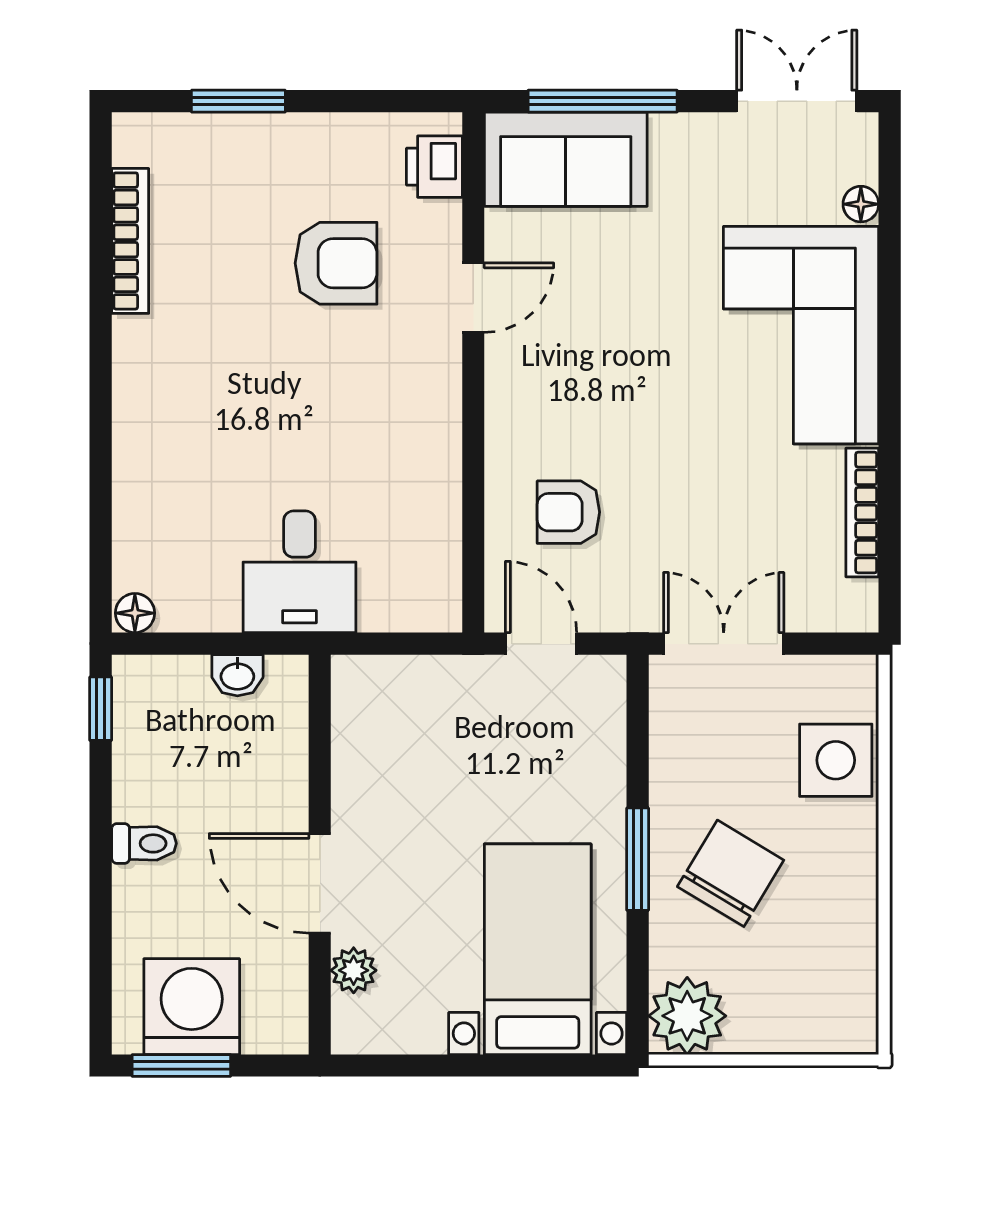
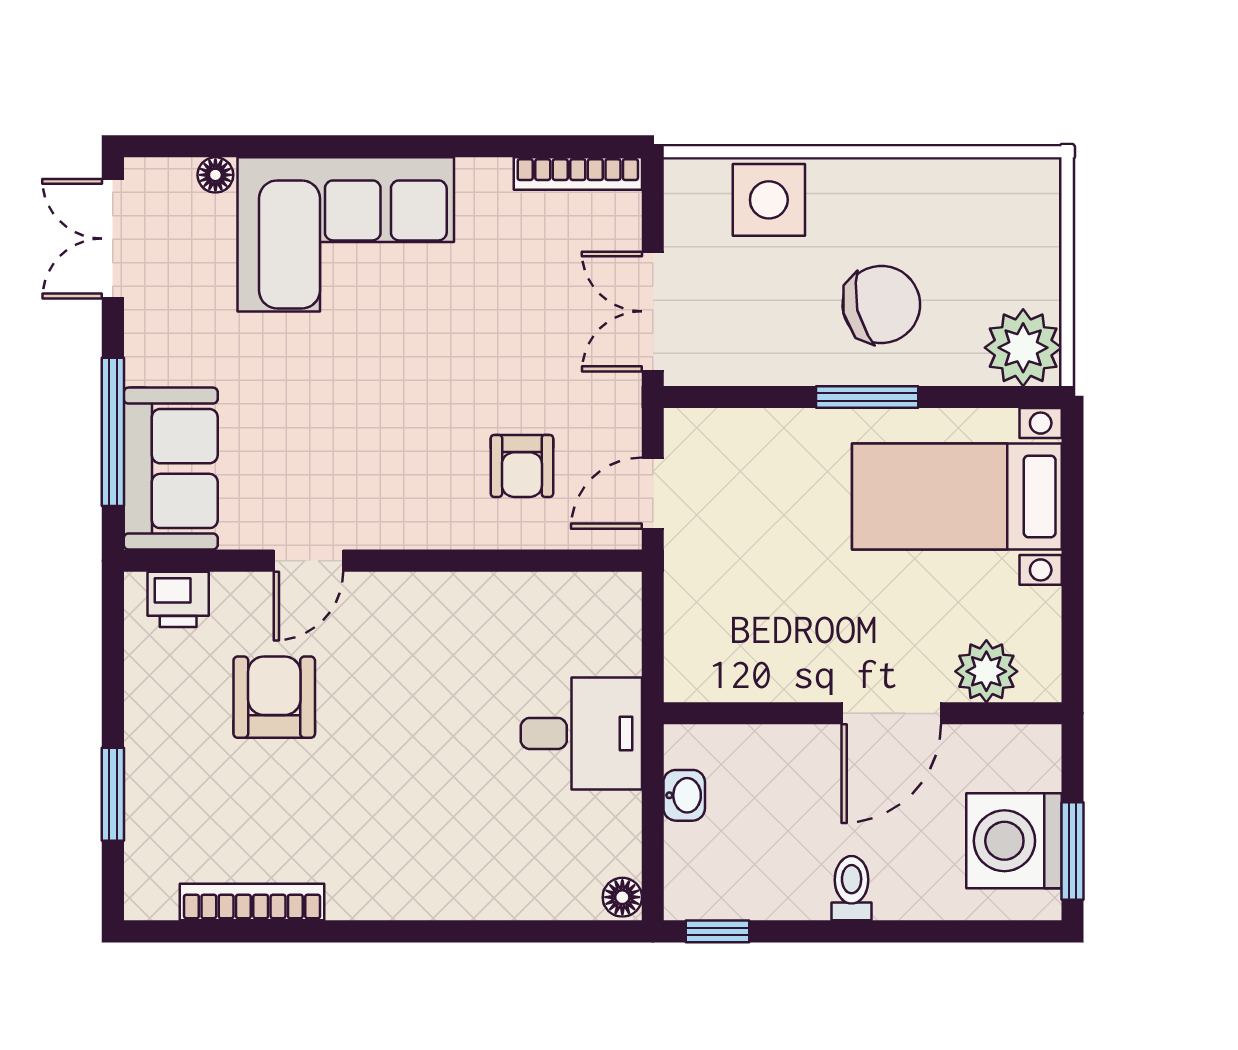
door: (473, 298) -> (309, 561), swing flipped
bookcase: (862, 513) -> (578, 174), moved
chair: (731, 873) -> (881, 305), turned 136
plant: (354, 970) -> (986, 671), width x1.38, depth x1.38

